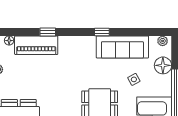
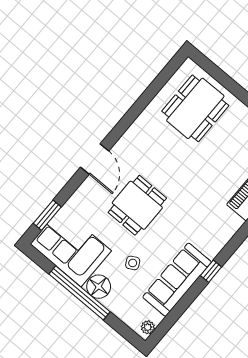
floor lamp: (163, 65) -> (99, 287), moved

